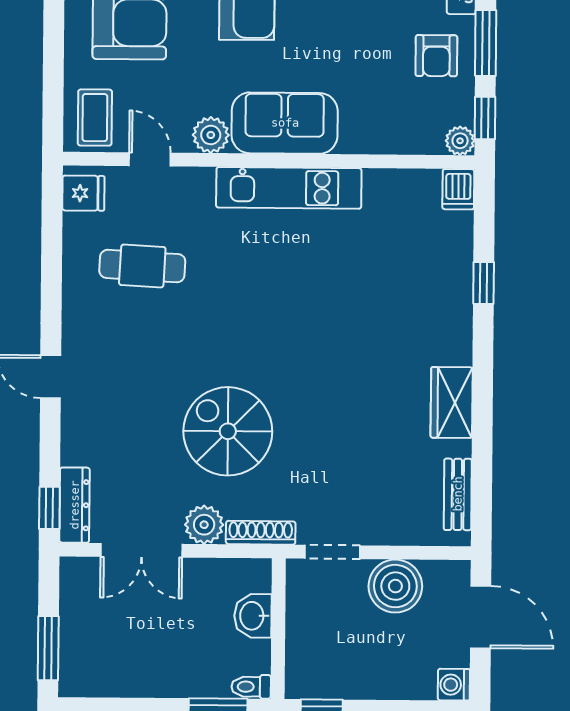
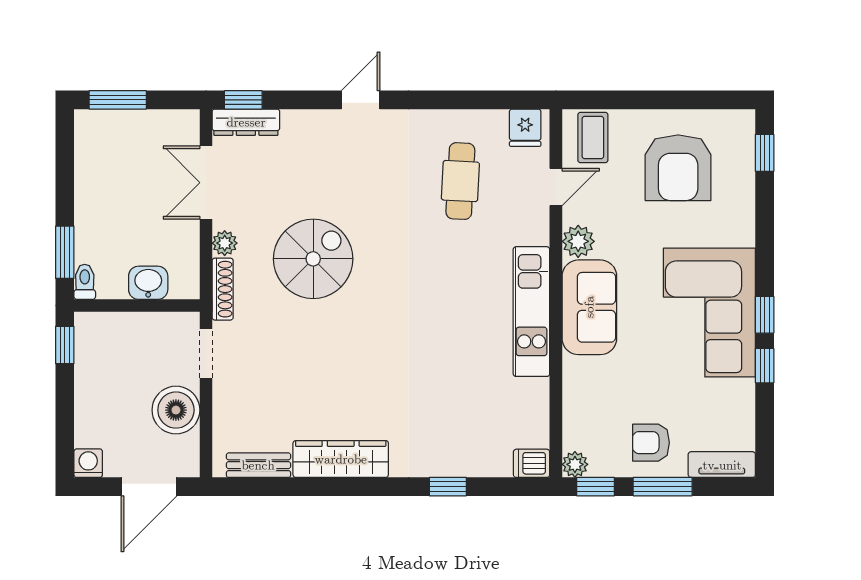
coffee table: (95, 118) -> (593, 137), turned 90
wardrobe: (452, 402) -> (341, 459), width x1.50
plant: (204, 525) -> (225, 243), width x0.73, depth x0.73

